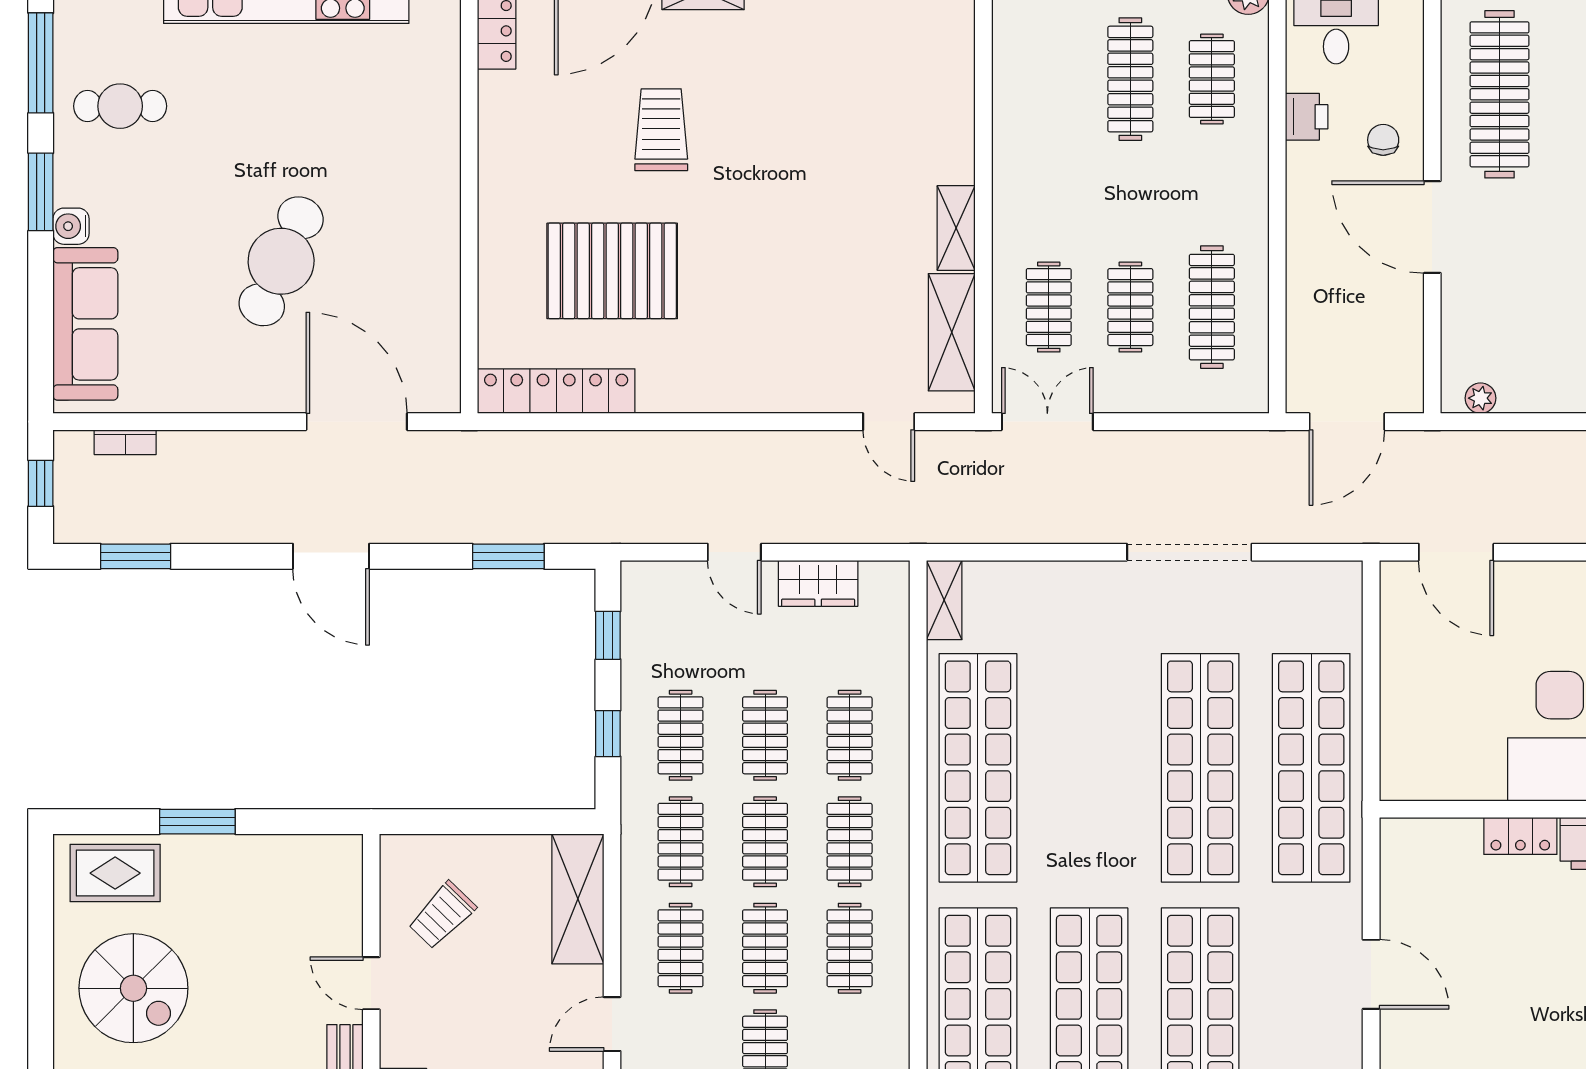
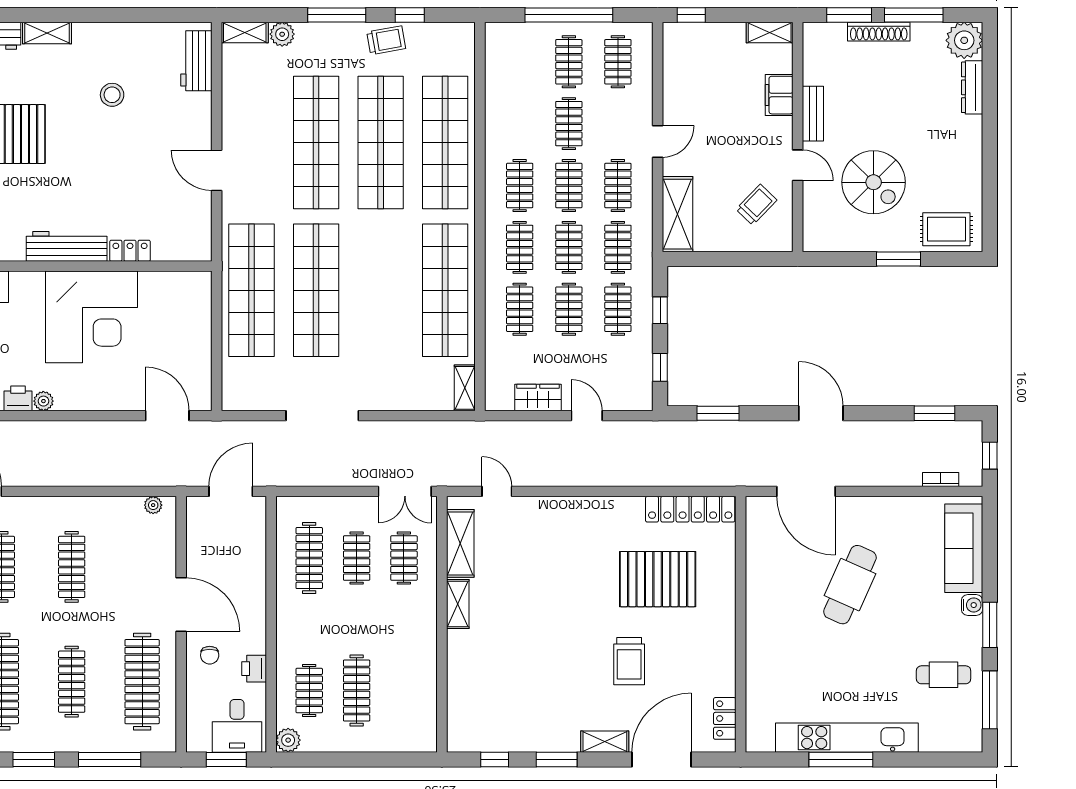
spiral stairs: (133, 988) -> (874, 182), moved, turned 180

